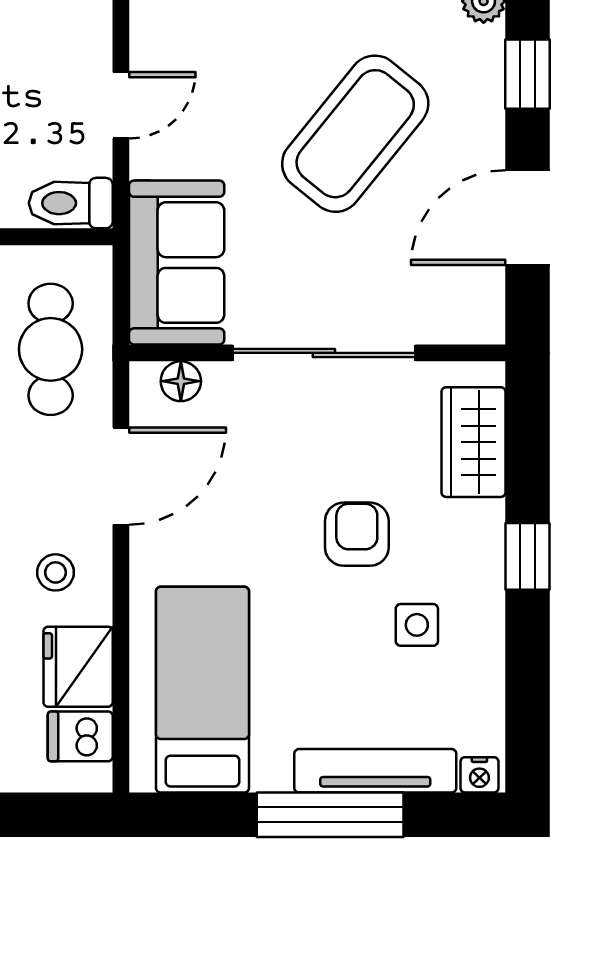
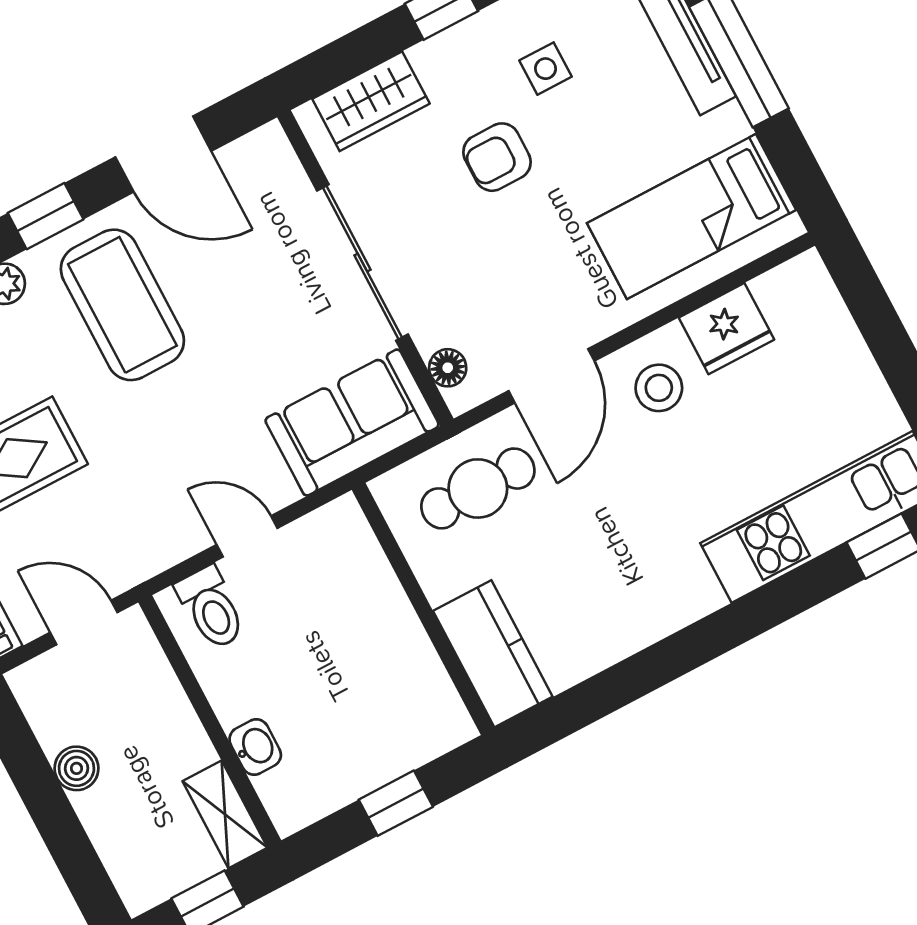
coffee table: (355, 134) -> (122, 305), moved, turned 51
toilet: (71, 203) -> (211, 608), moved
door: (121, 476) -> (551, 376), swing flipped
stool: (56, 572) -> (659, 388), width x1.37, depth x1.37
dishwasher: (80, 736) -> (783, 297), removed

